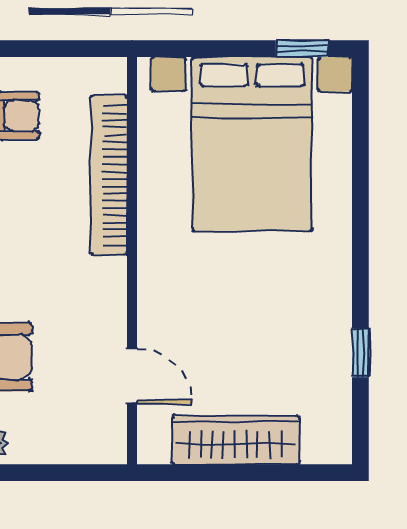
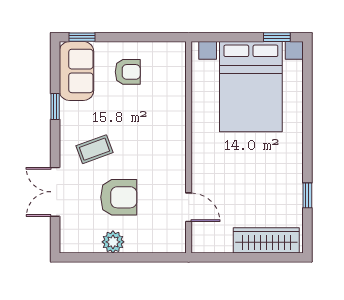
bookcase: (109, 175) -> (177, 103), removed
wardrobe: (235, 440) -> (266, 240), moved

